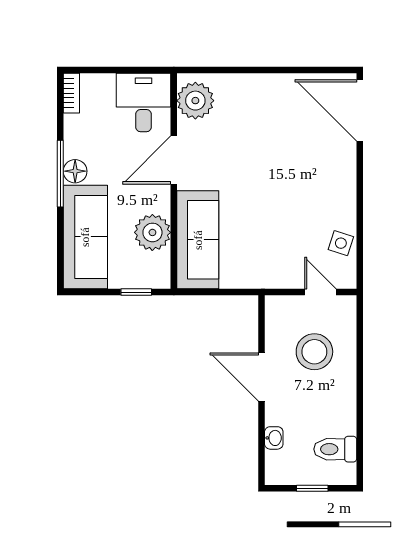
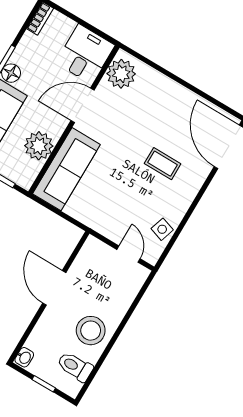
coffee table: (299, 171) -> (163, 164), added
stool: (314, 352) -> (91, 331), moved
washbasin: (274, 438) -> (24, 357), moved

